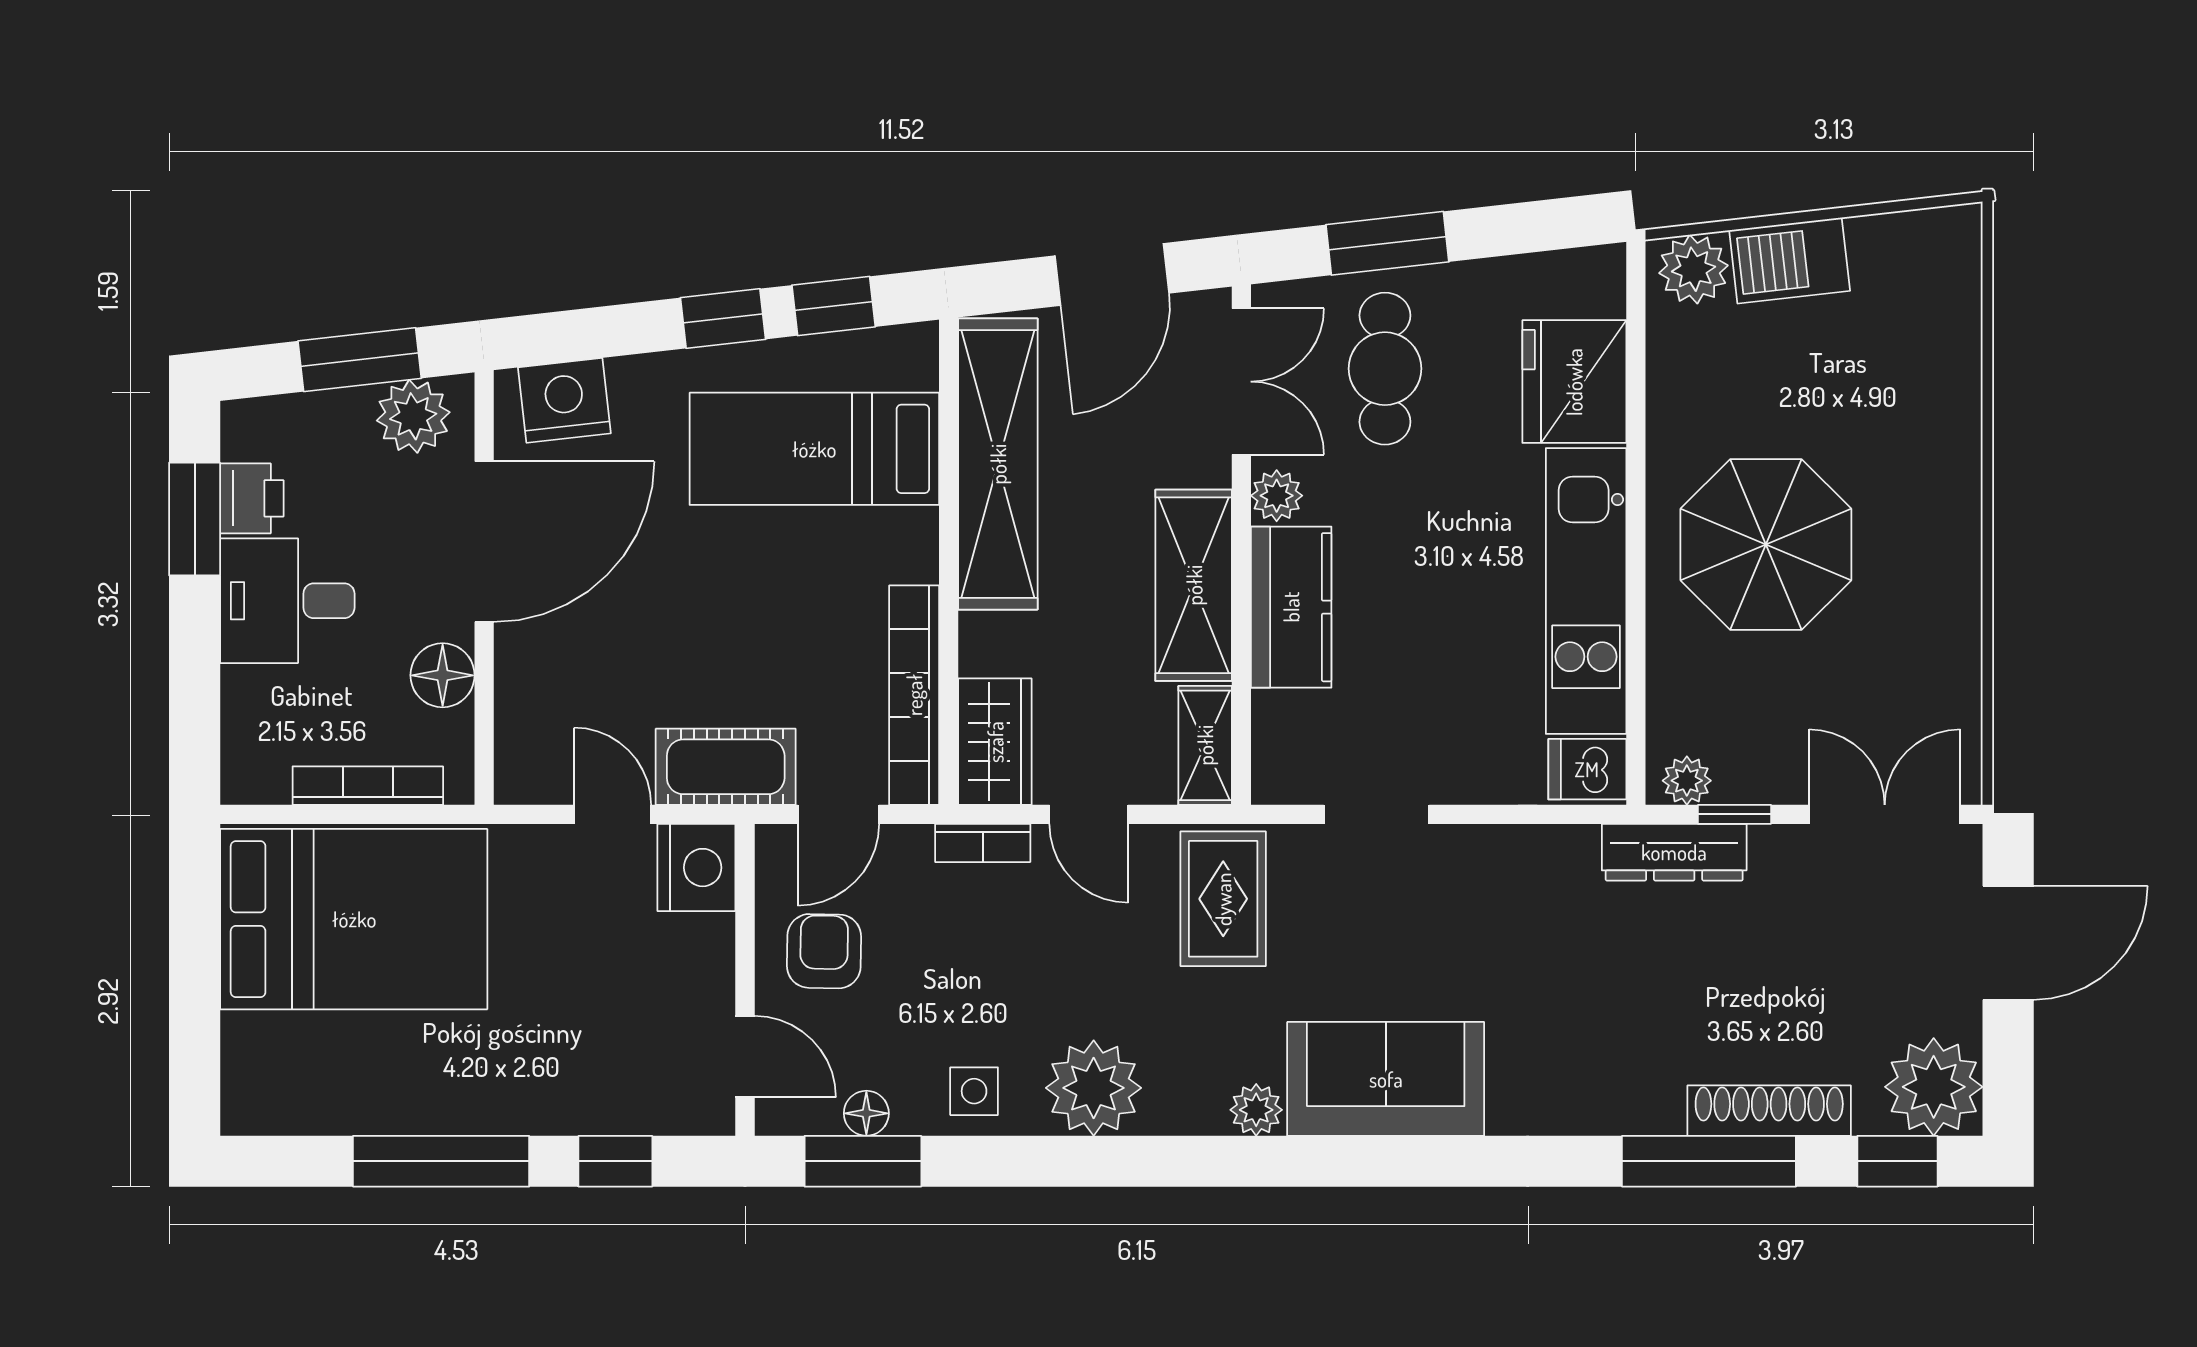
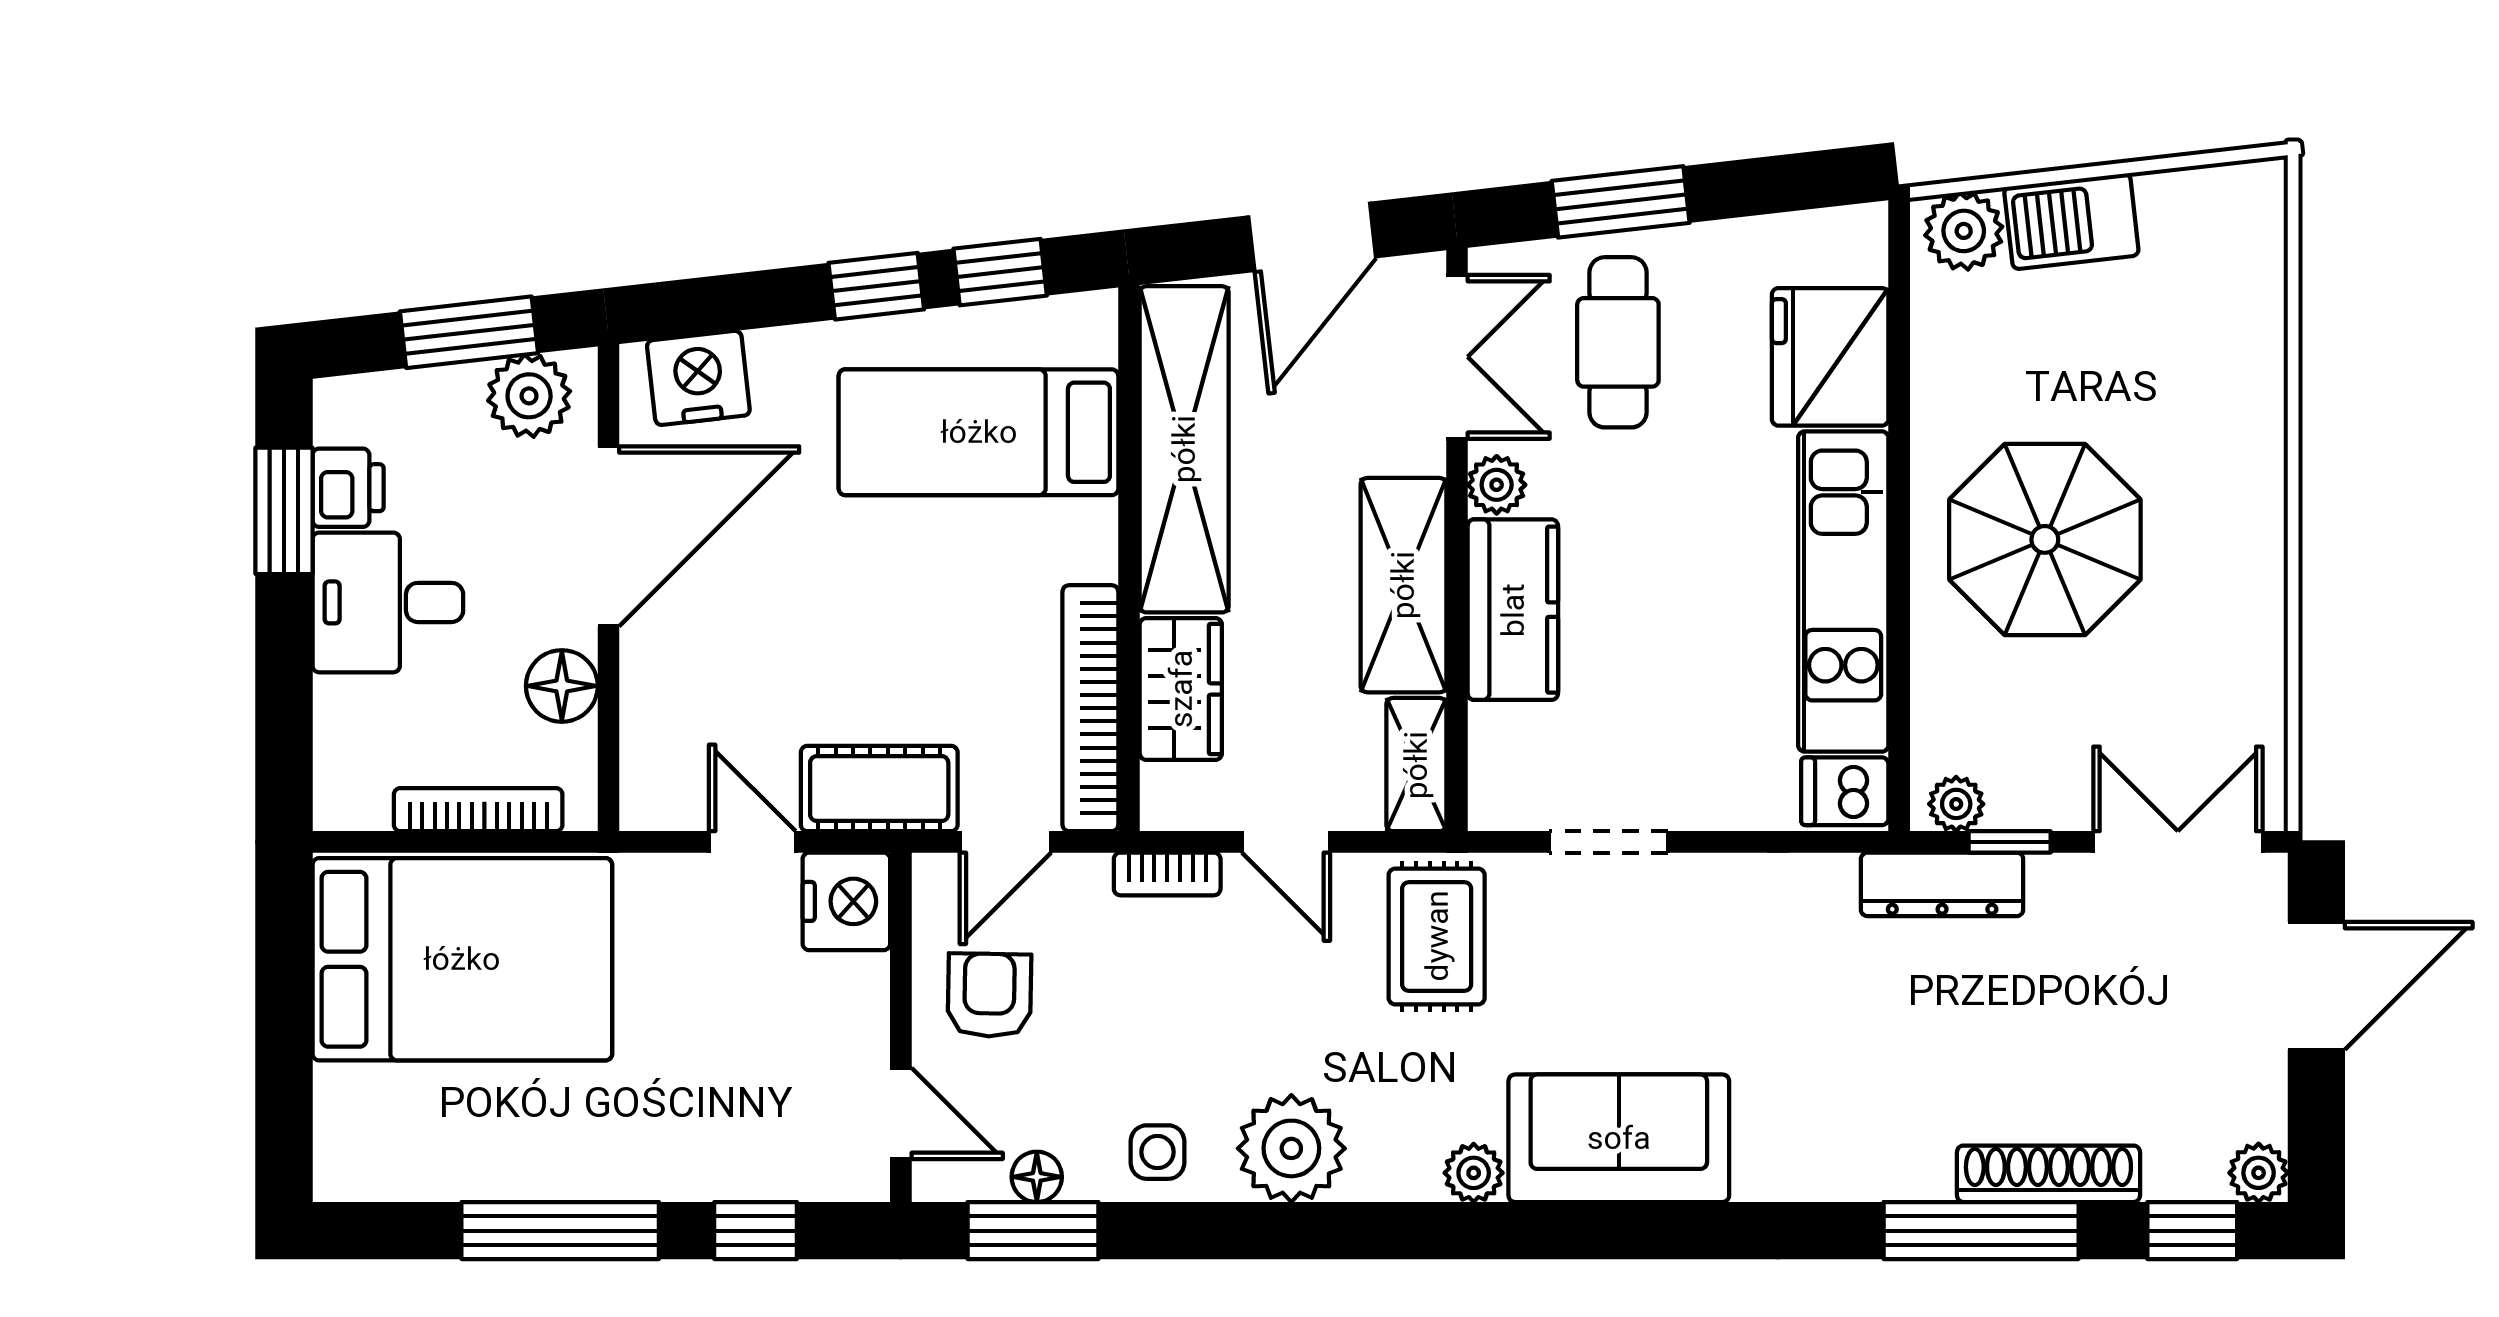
wardrobe: (995, 742) -> (1181, 689), moved
plant: (1934, 1087) -> (2259, 1173), width x0.53, depth x0.53

